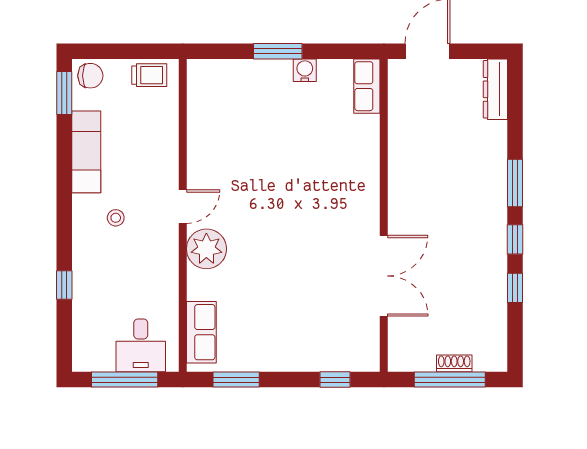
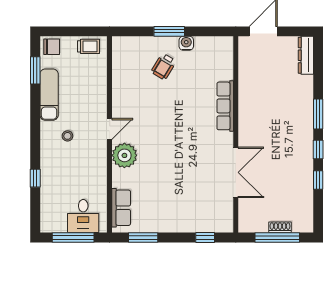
row of seats: (367, 86) -> (225, 106), moved, width x1.48
window: (64, 93) -> (35, 70), moved
wheelchair: (269, 107) -> (164, 67), added

